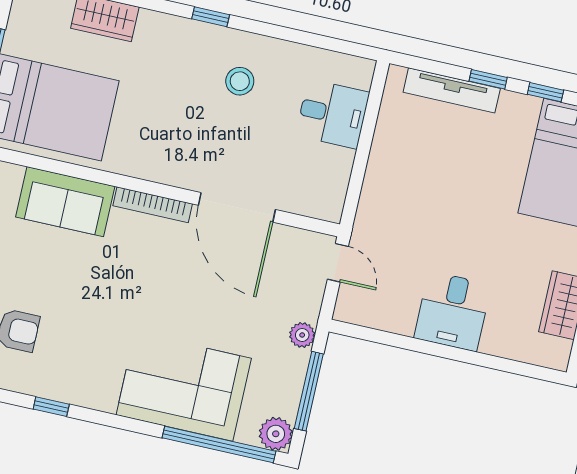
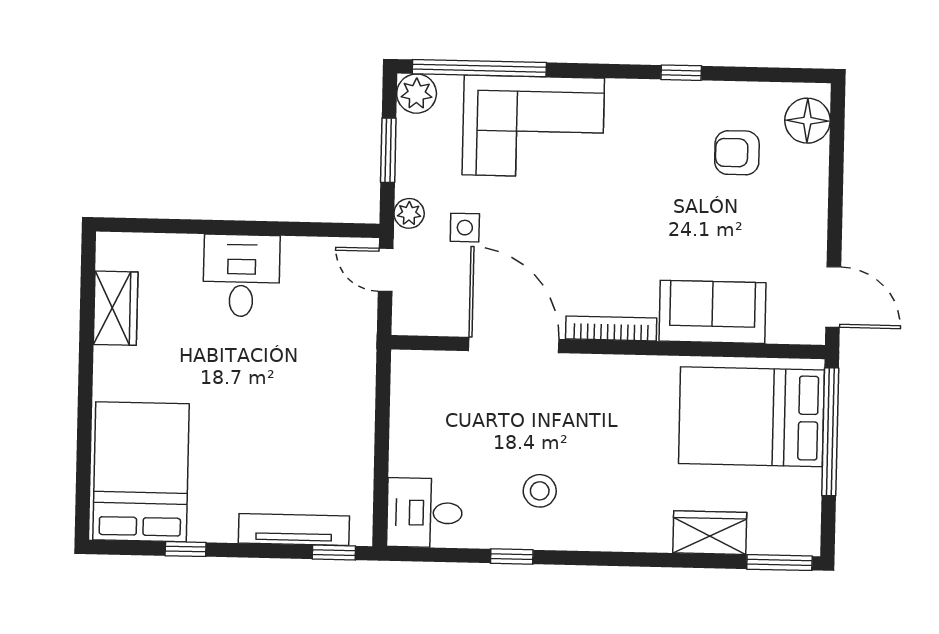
window: (211, 17) -> (512, 557), moved
window: (488, 79) -> (334, 552), moved
desk: (333, 114) -> (425, 513), moved
door: (338, 263) -> (386, 270), moved
side table: (258, 314) -> (465, 228), added
window: (309, 391) -> (388, 150), width x0.69

